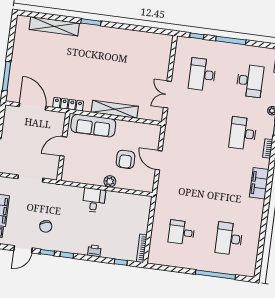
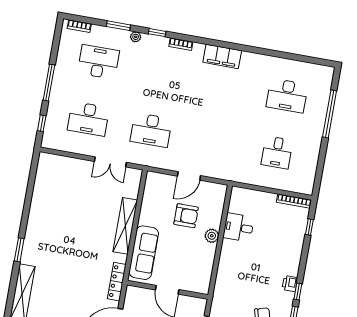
desk: (243, 133) -> (151, 130), moved
desk: (94, 200) -> (238, 227), moved
printer: (94, 251) -> (290, 284), moved

